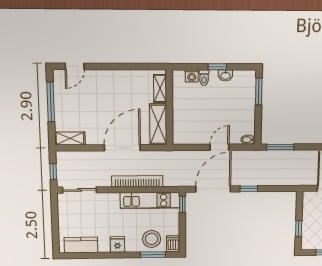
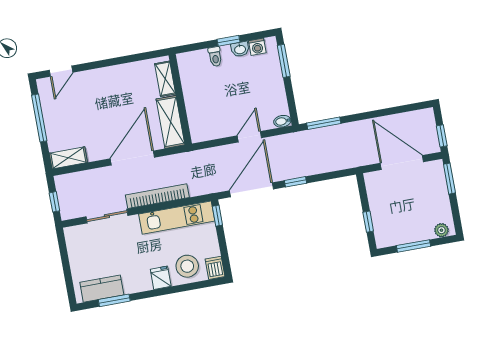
washing machine: (192, 76) -> (257, 47), moved
sliding door: (79, 190) -> (107, 216), moved
fridge: (117, 244) -> (161, 278), moved
window: (153, 255) -> (114, 300), moved

